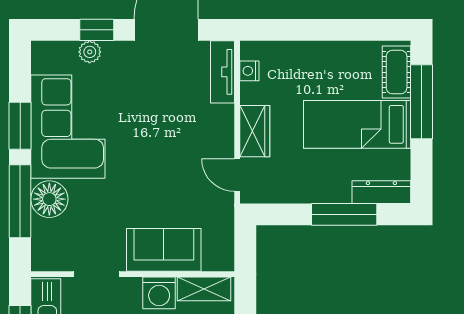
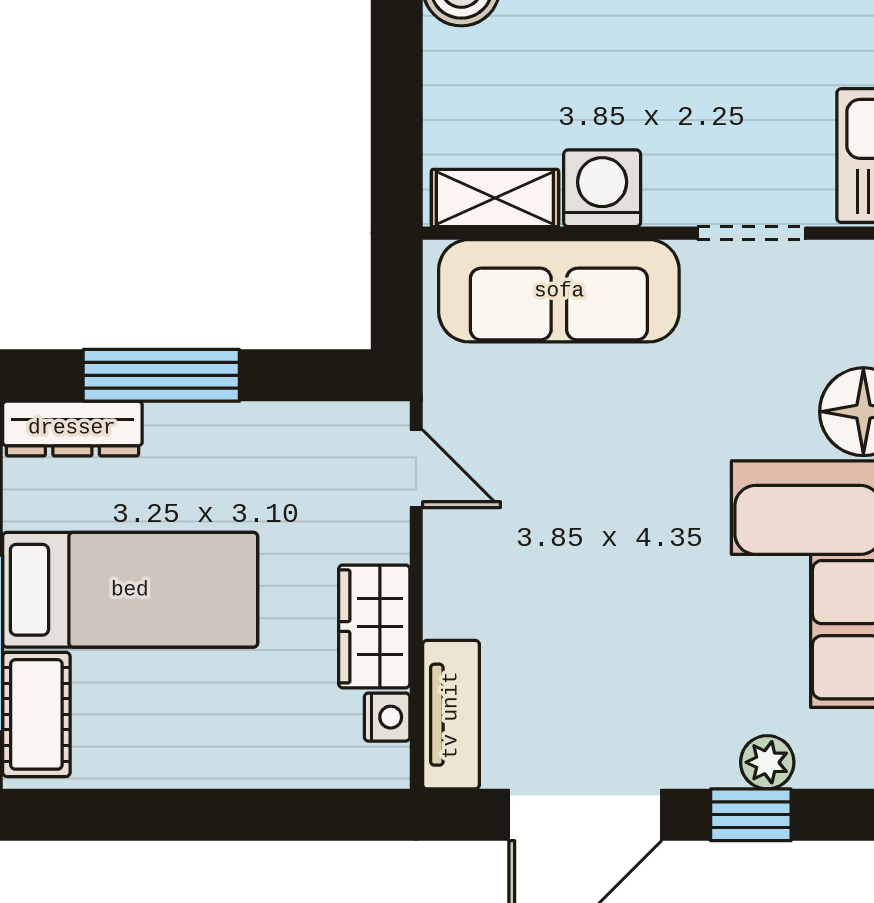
wardrobe: (255, 131) -> (374, 626), moved
sofa: (164, 250) -> (559, 291), width x1.36

